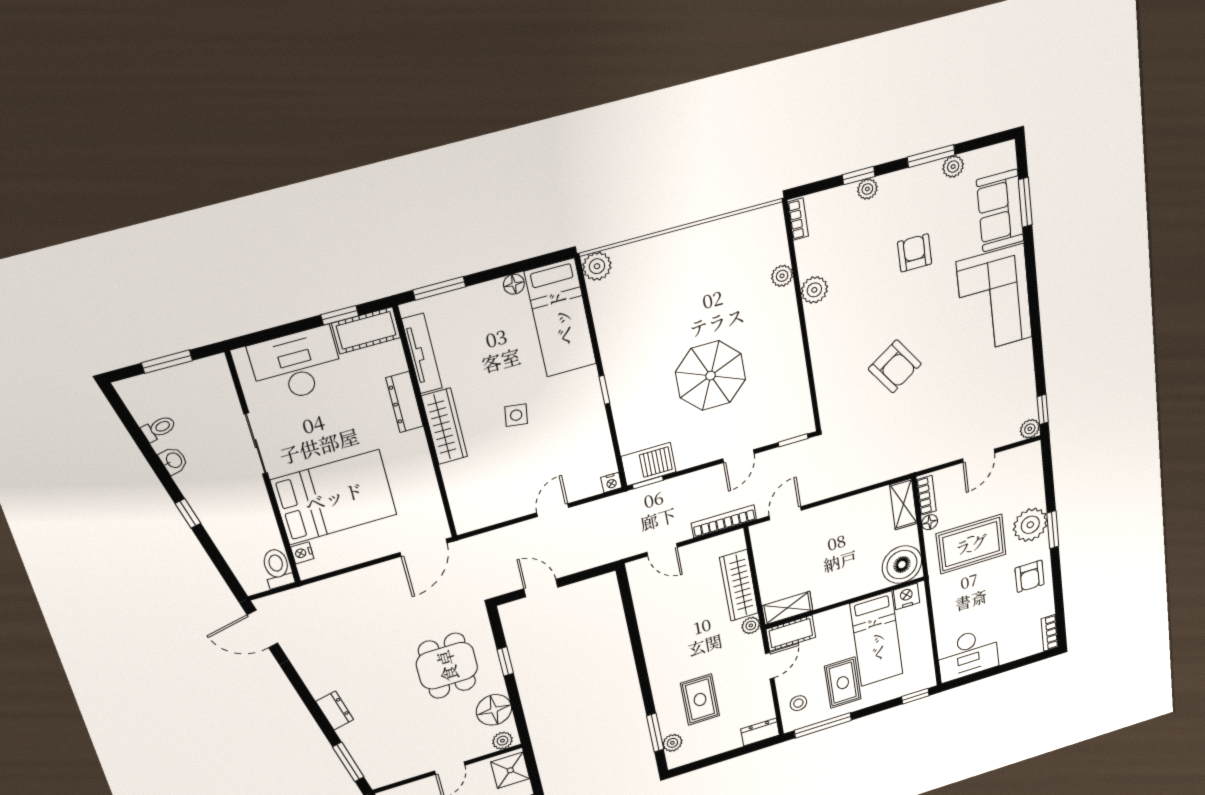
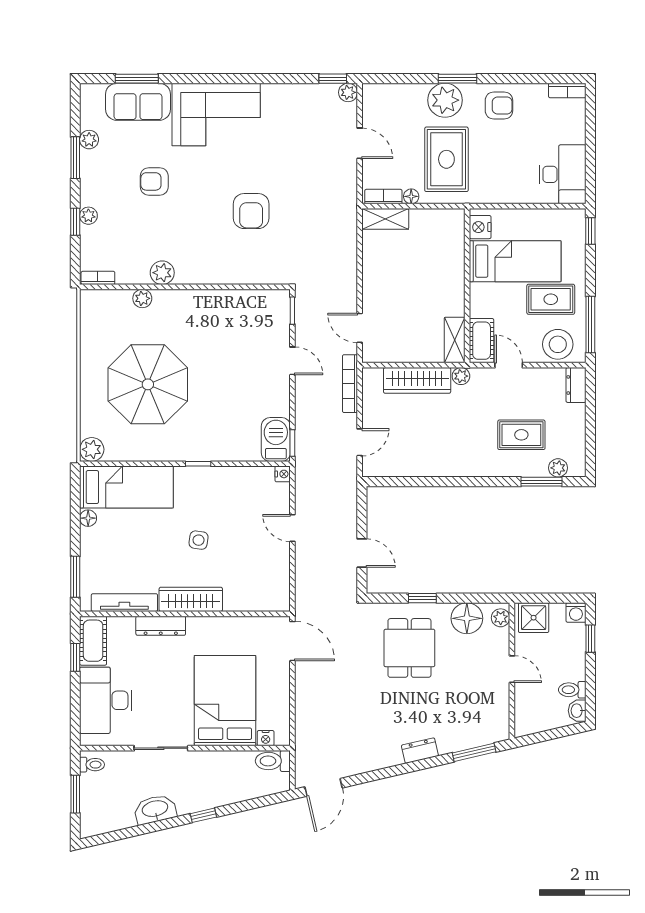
armchair: (895, 366) -> (251, 211), turned 124
parasol: (711, 376) -> (148, 384), moved, width x1.36, depth x1.36
toilet: (159, 428) -> (92, 765), moved, turned 103
washbasin: (173, 461) -> (155, 809), width x1.91, depth x1.45
boiler: (902, 565) -> (446, 228), removed
door: (541, 588) -> (362, 553), swing flipped
dining table: (447, 666) -> (409, 648), turned 90
stool: (798, 703) -> (558, 344), width x1.89, depth x1.89

